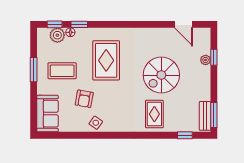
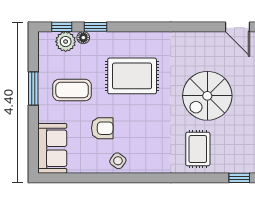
rug: (106, 60) -> (132, 76), turned 90
armchair: (84, 99) -> (102, 128), turned -100

